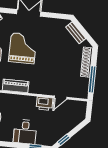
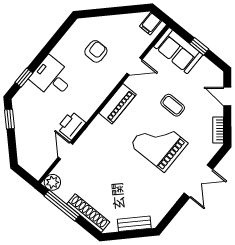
grand piano: (23, 48) -> (159, 144), turned 180
plant: (83, 93) -> (52, 182), added

